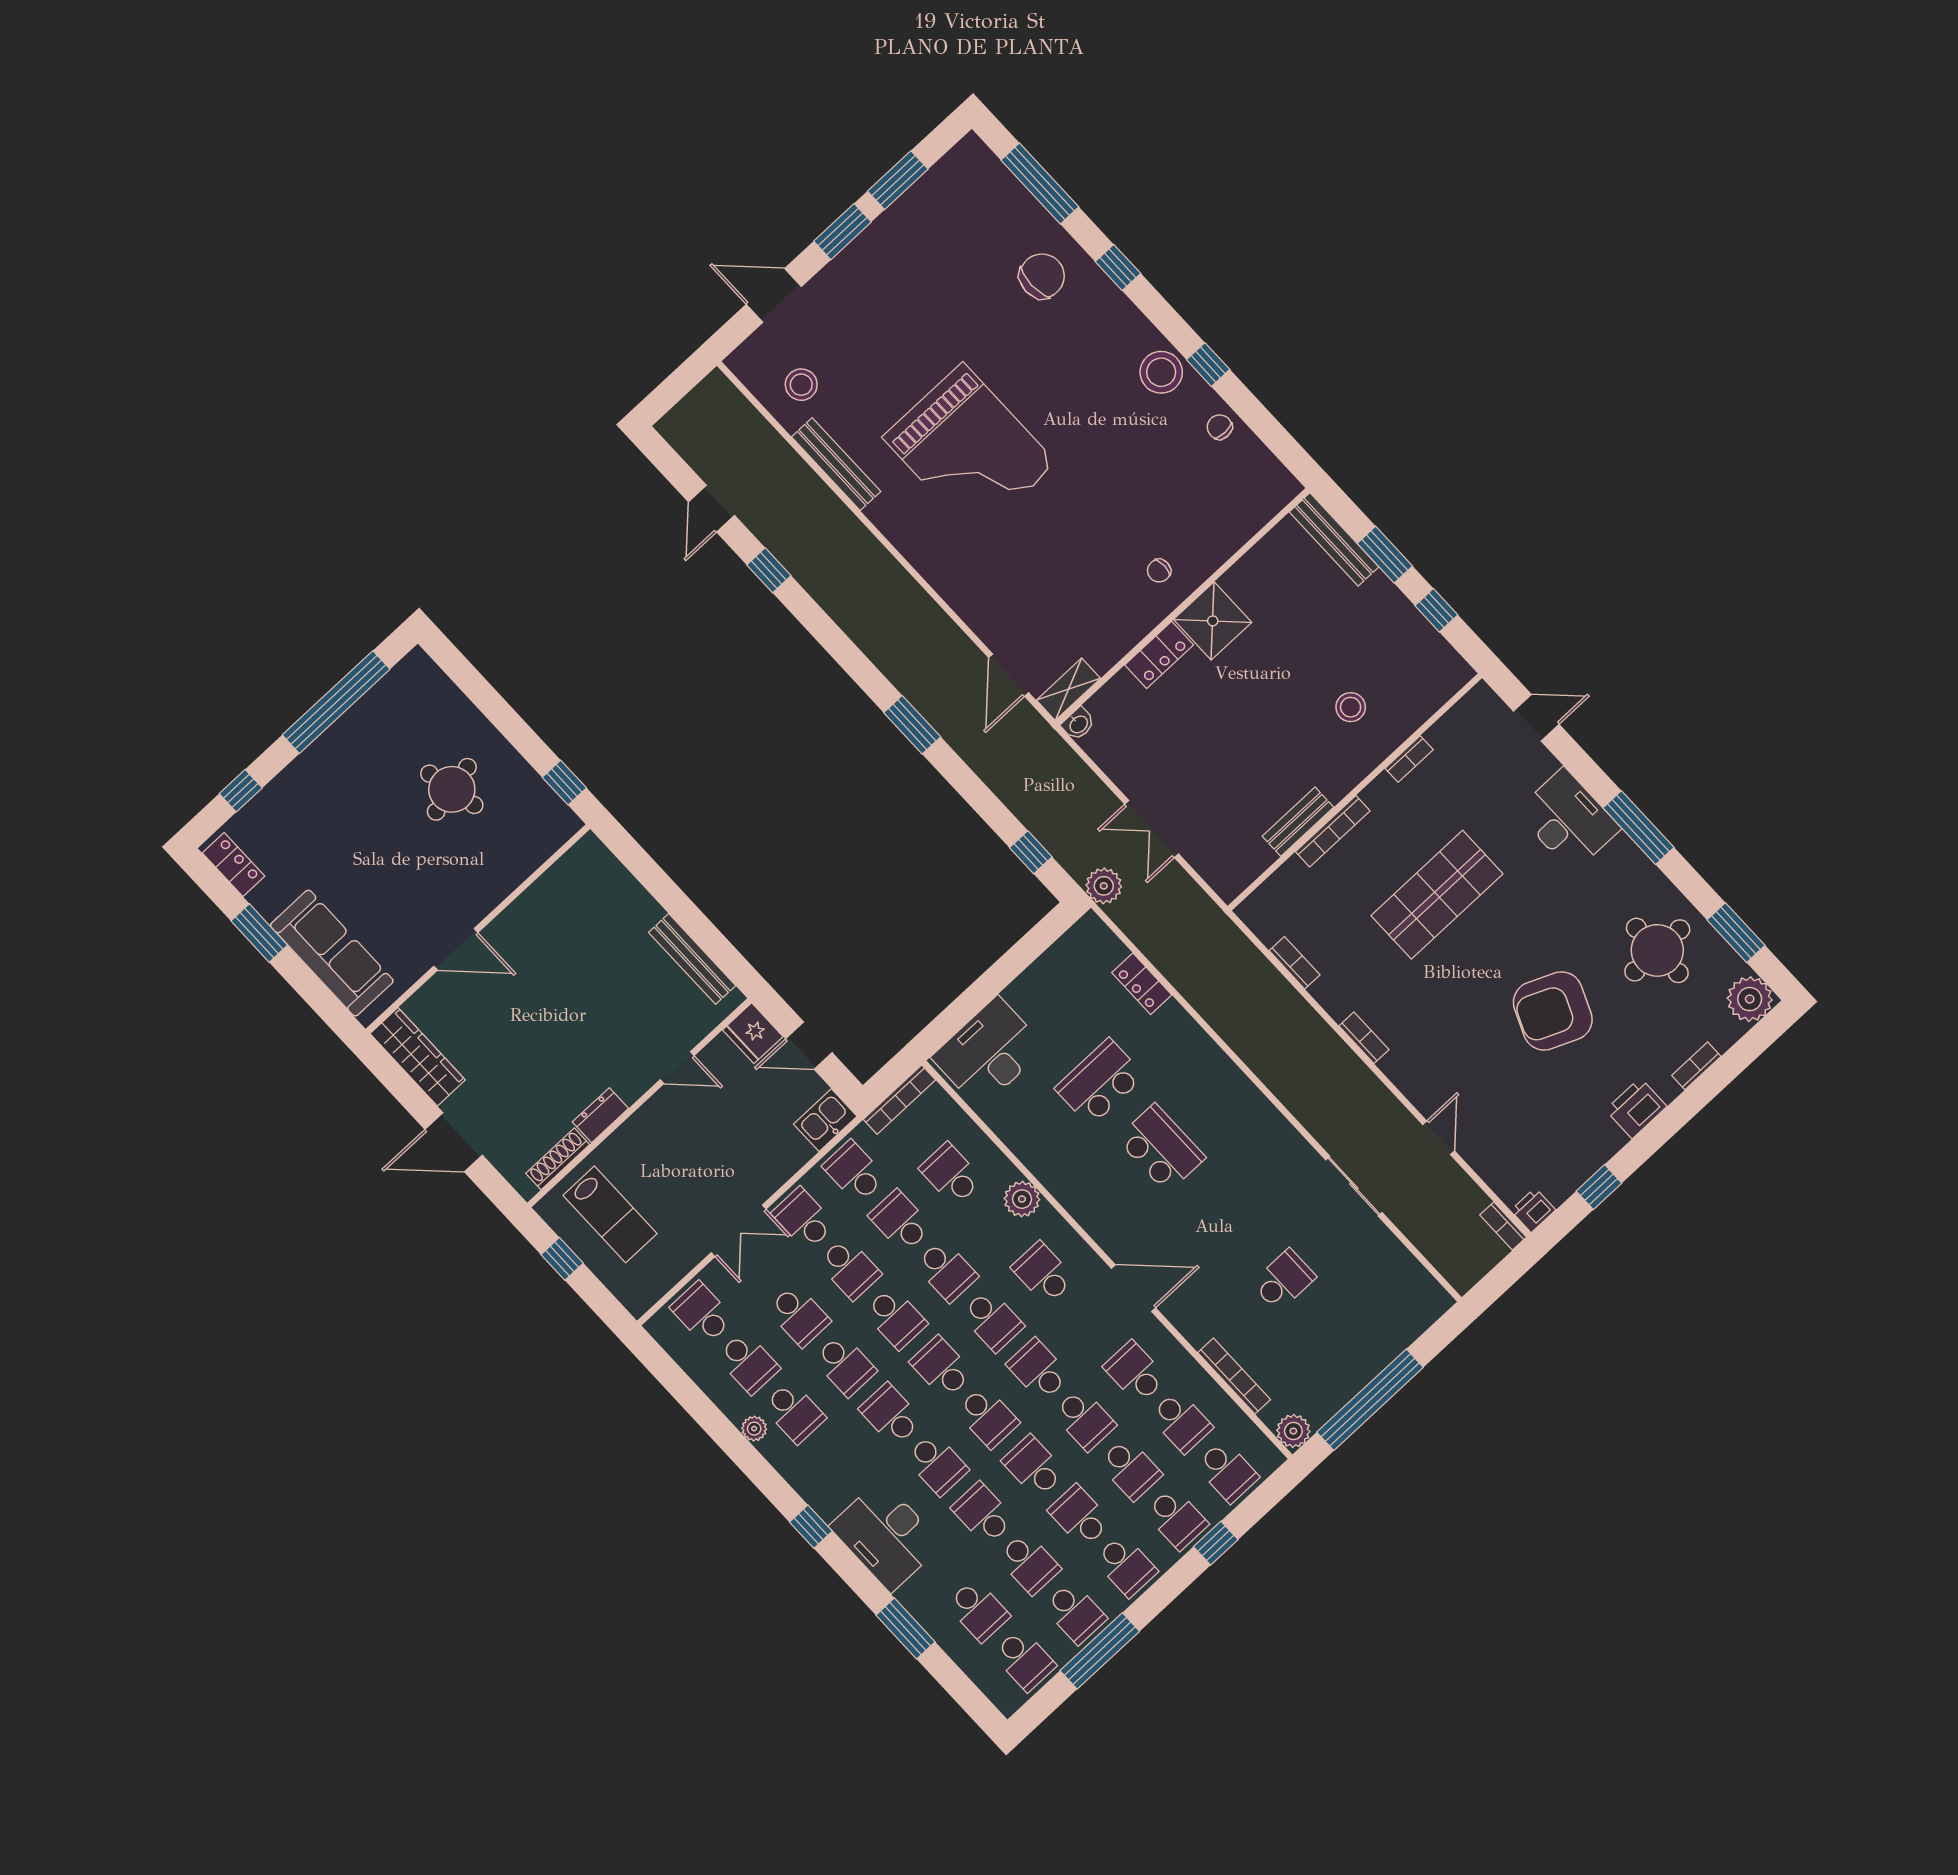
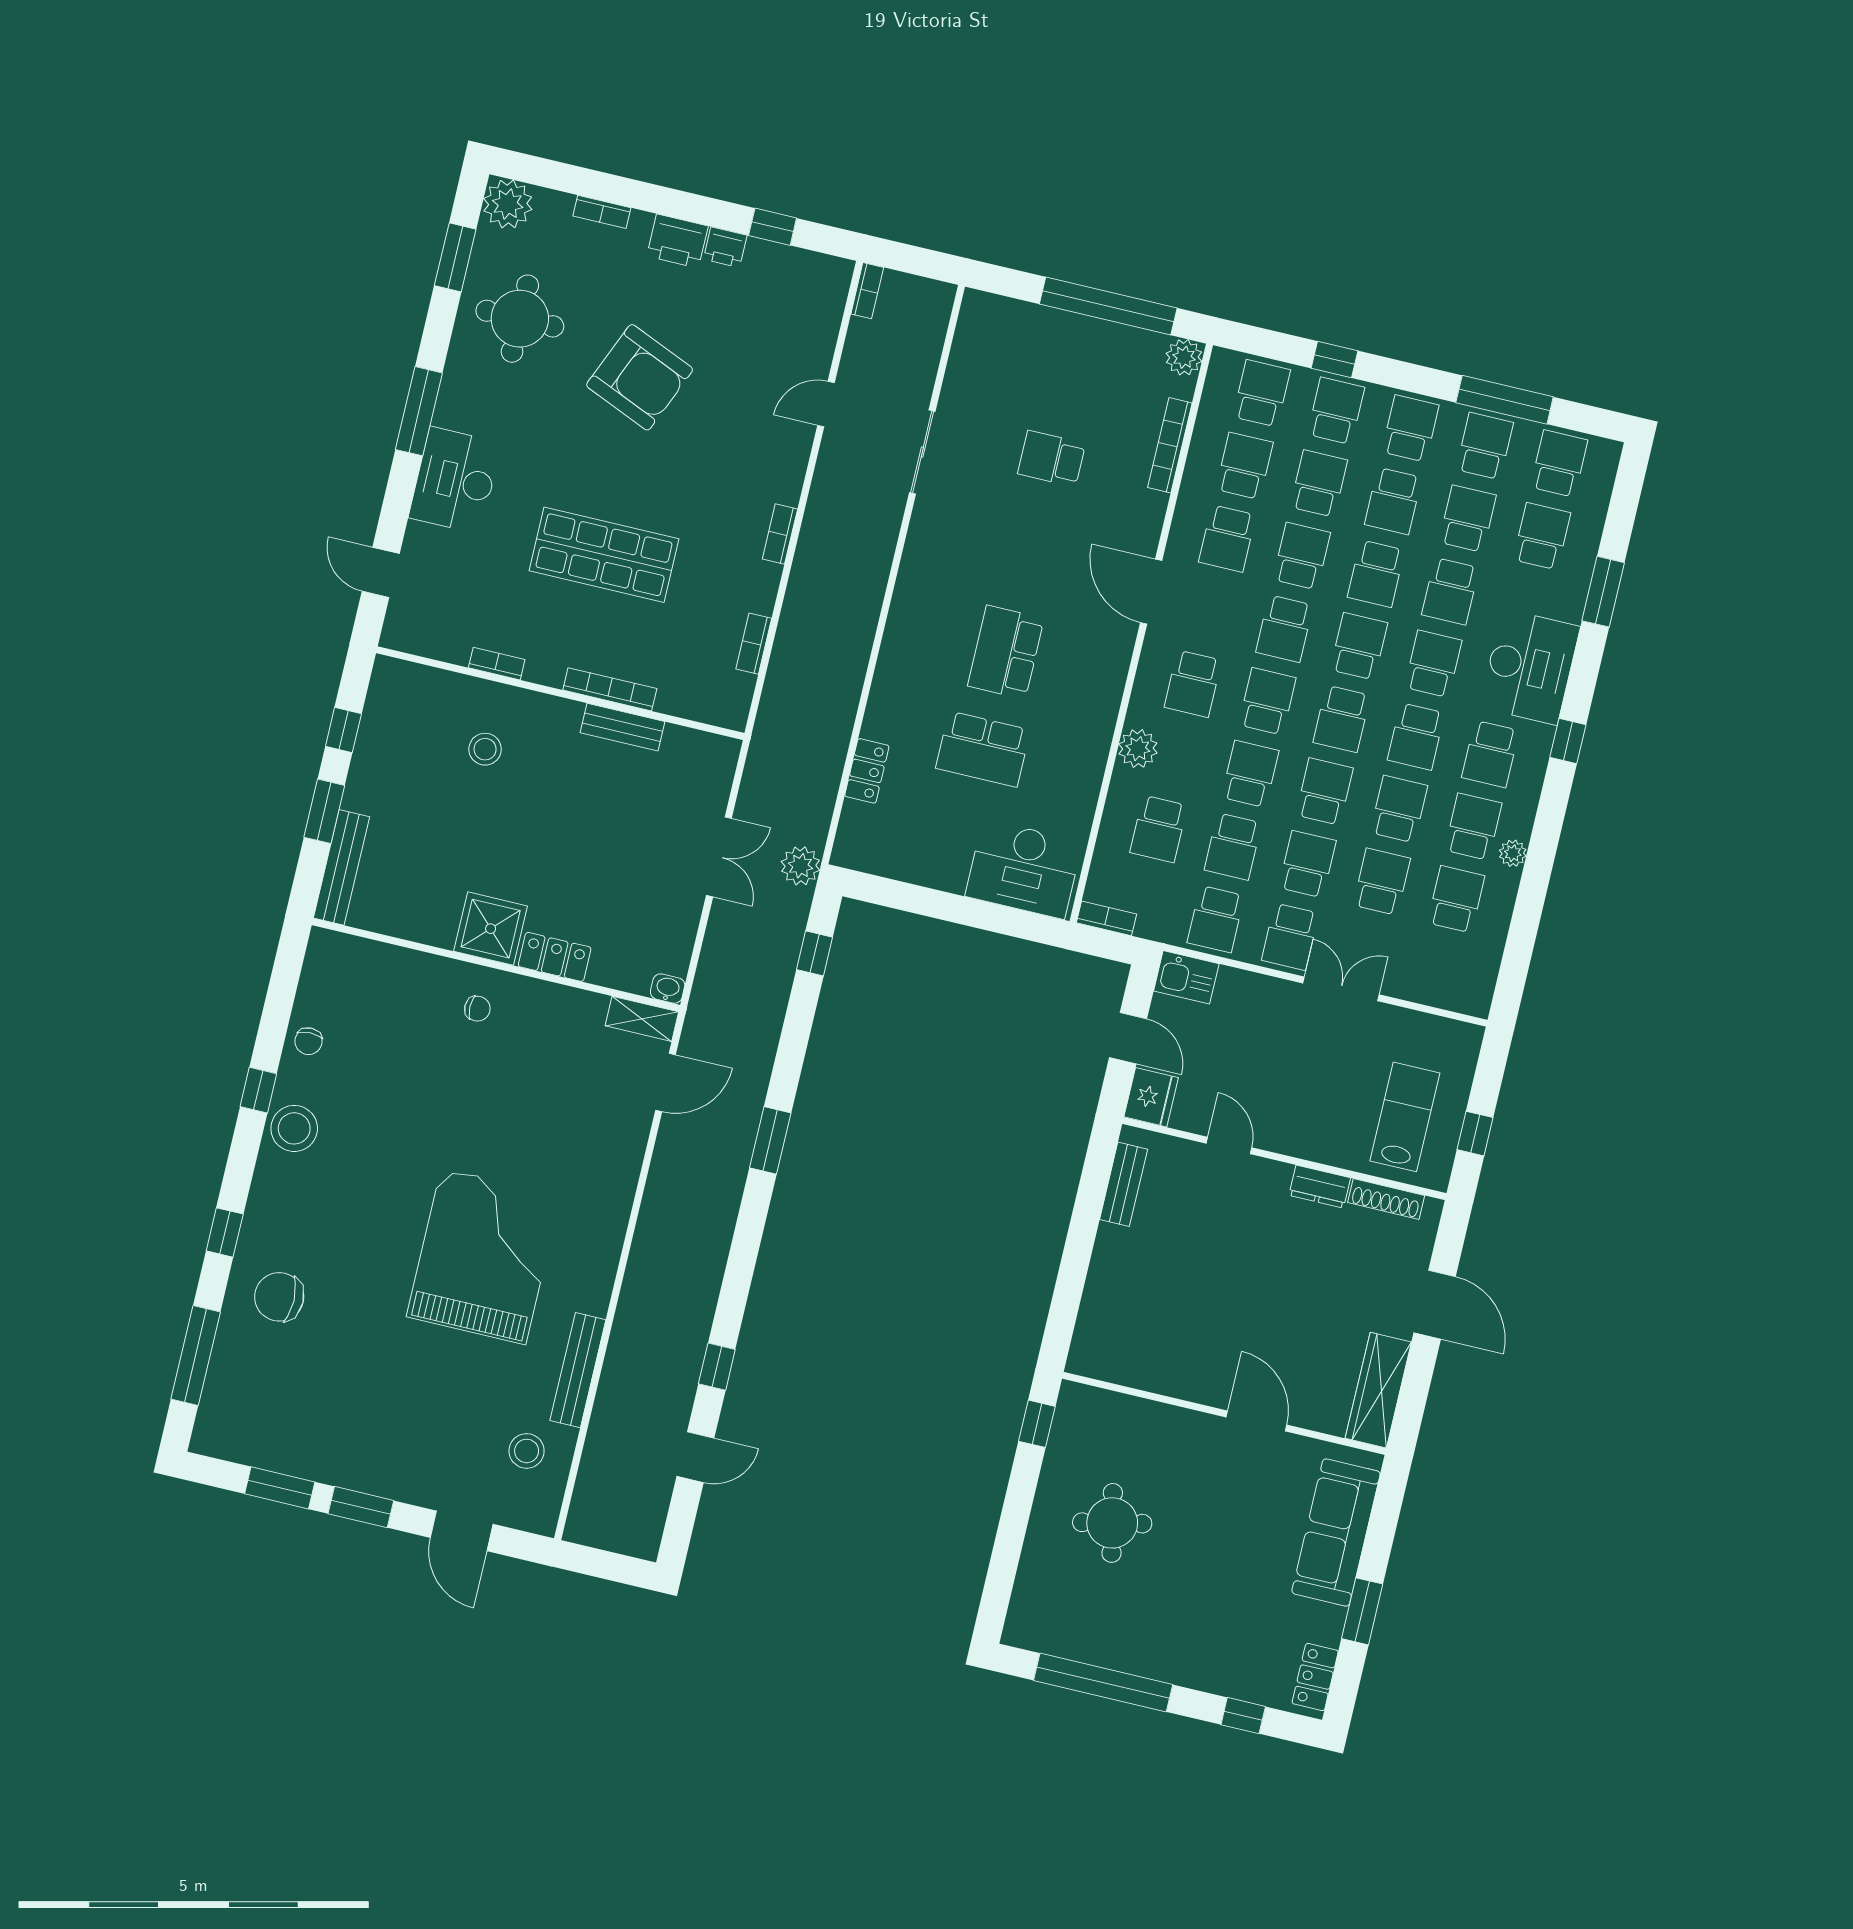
bench: (692, 959) -> (1124, 1184), width x0.73
bookcase: (899, 1100) -> (1106, 918), width x0.64
printer: (1533, 1210) -> (725, 247), moved
school desk: (702, 1313) -> (1490, 754), moved

